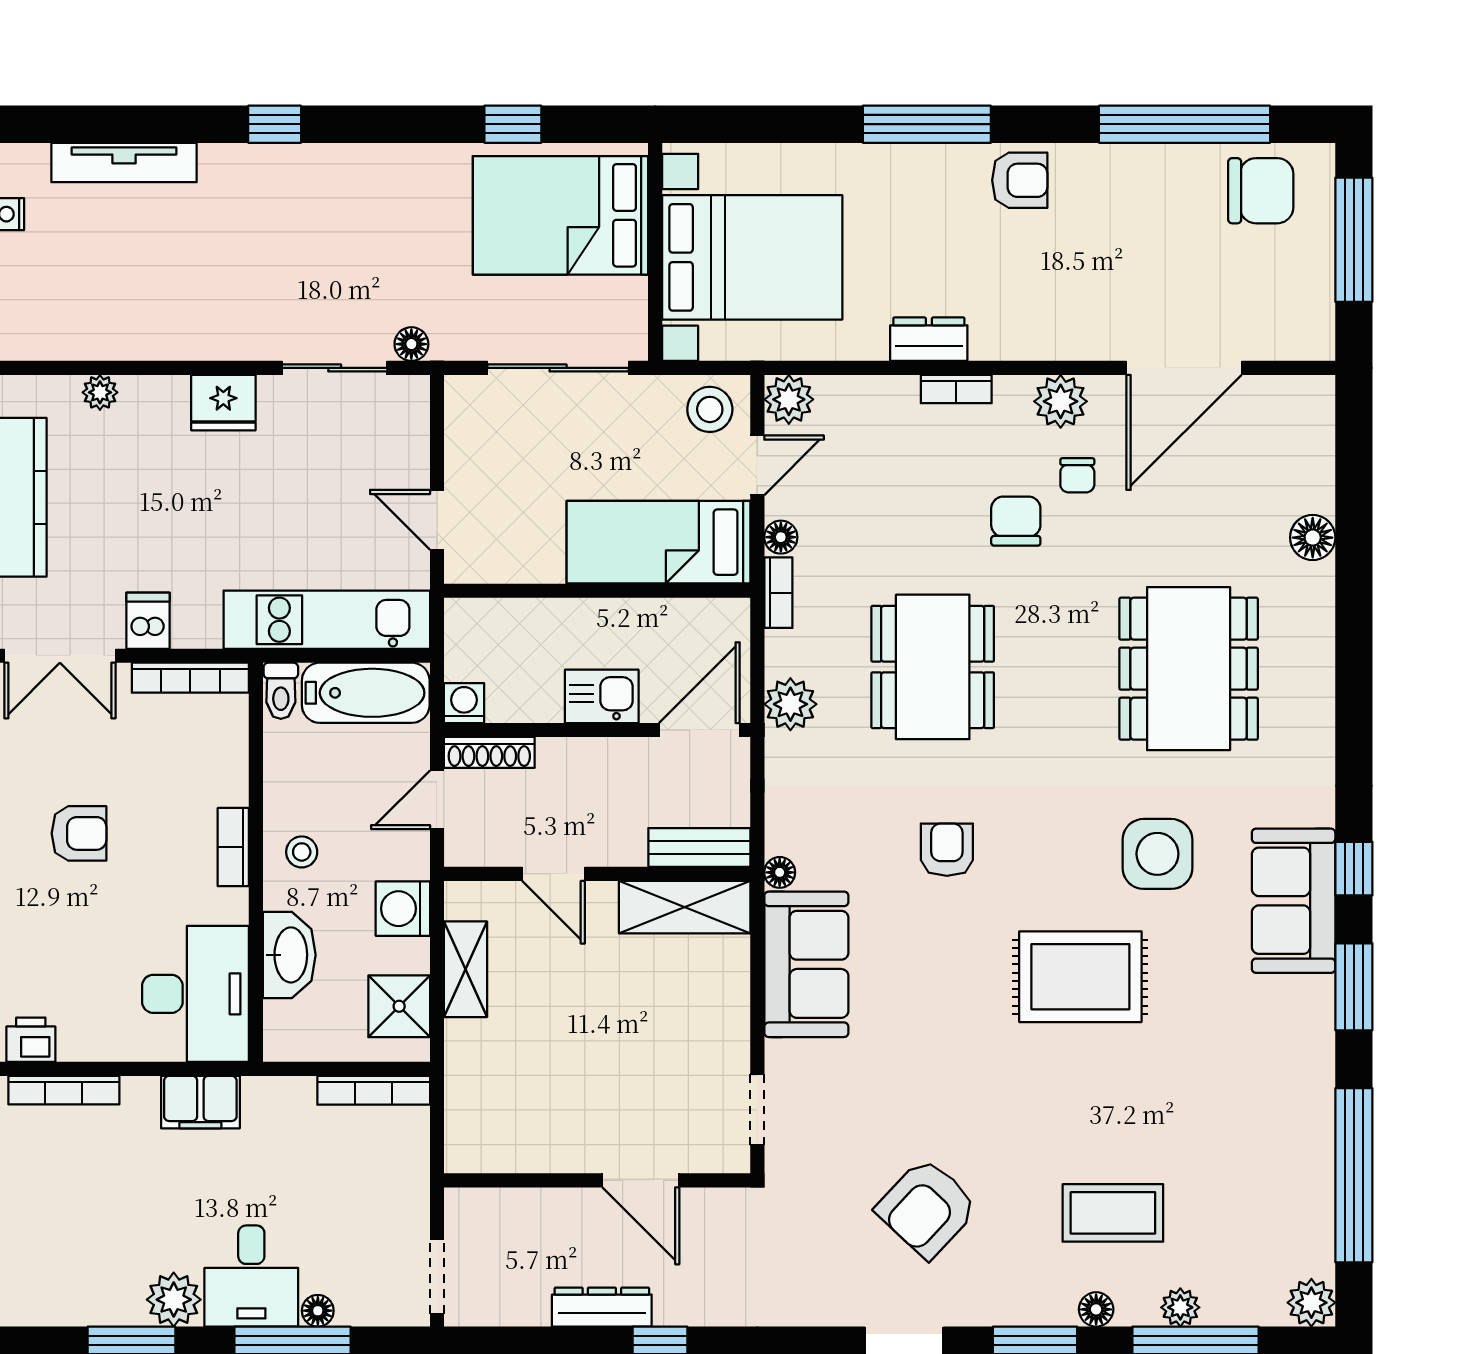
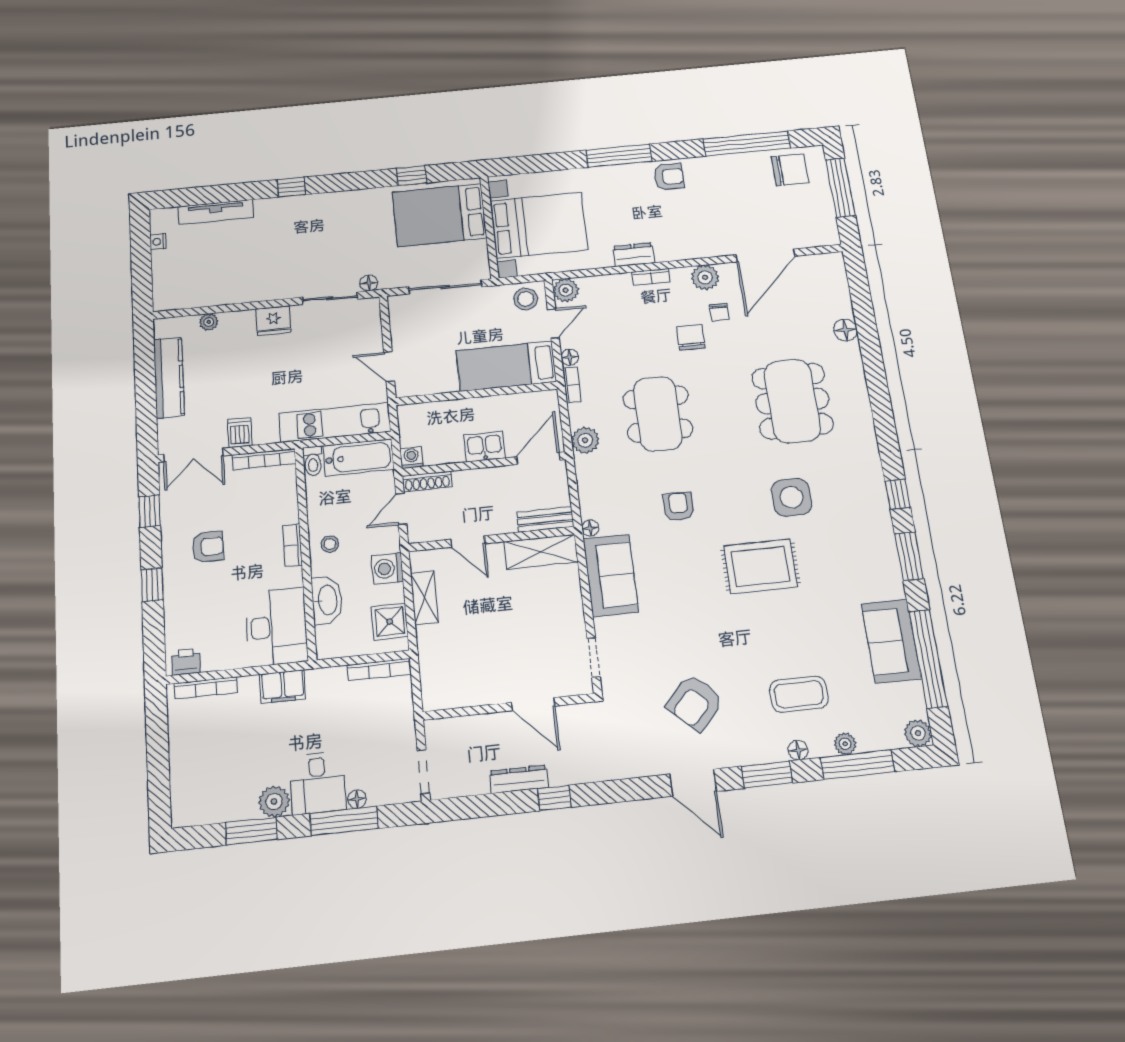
sofa: (1294, 901) -> (891, 641), moved

